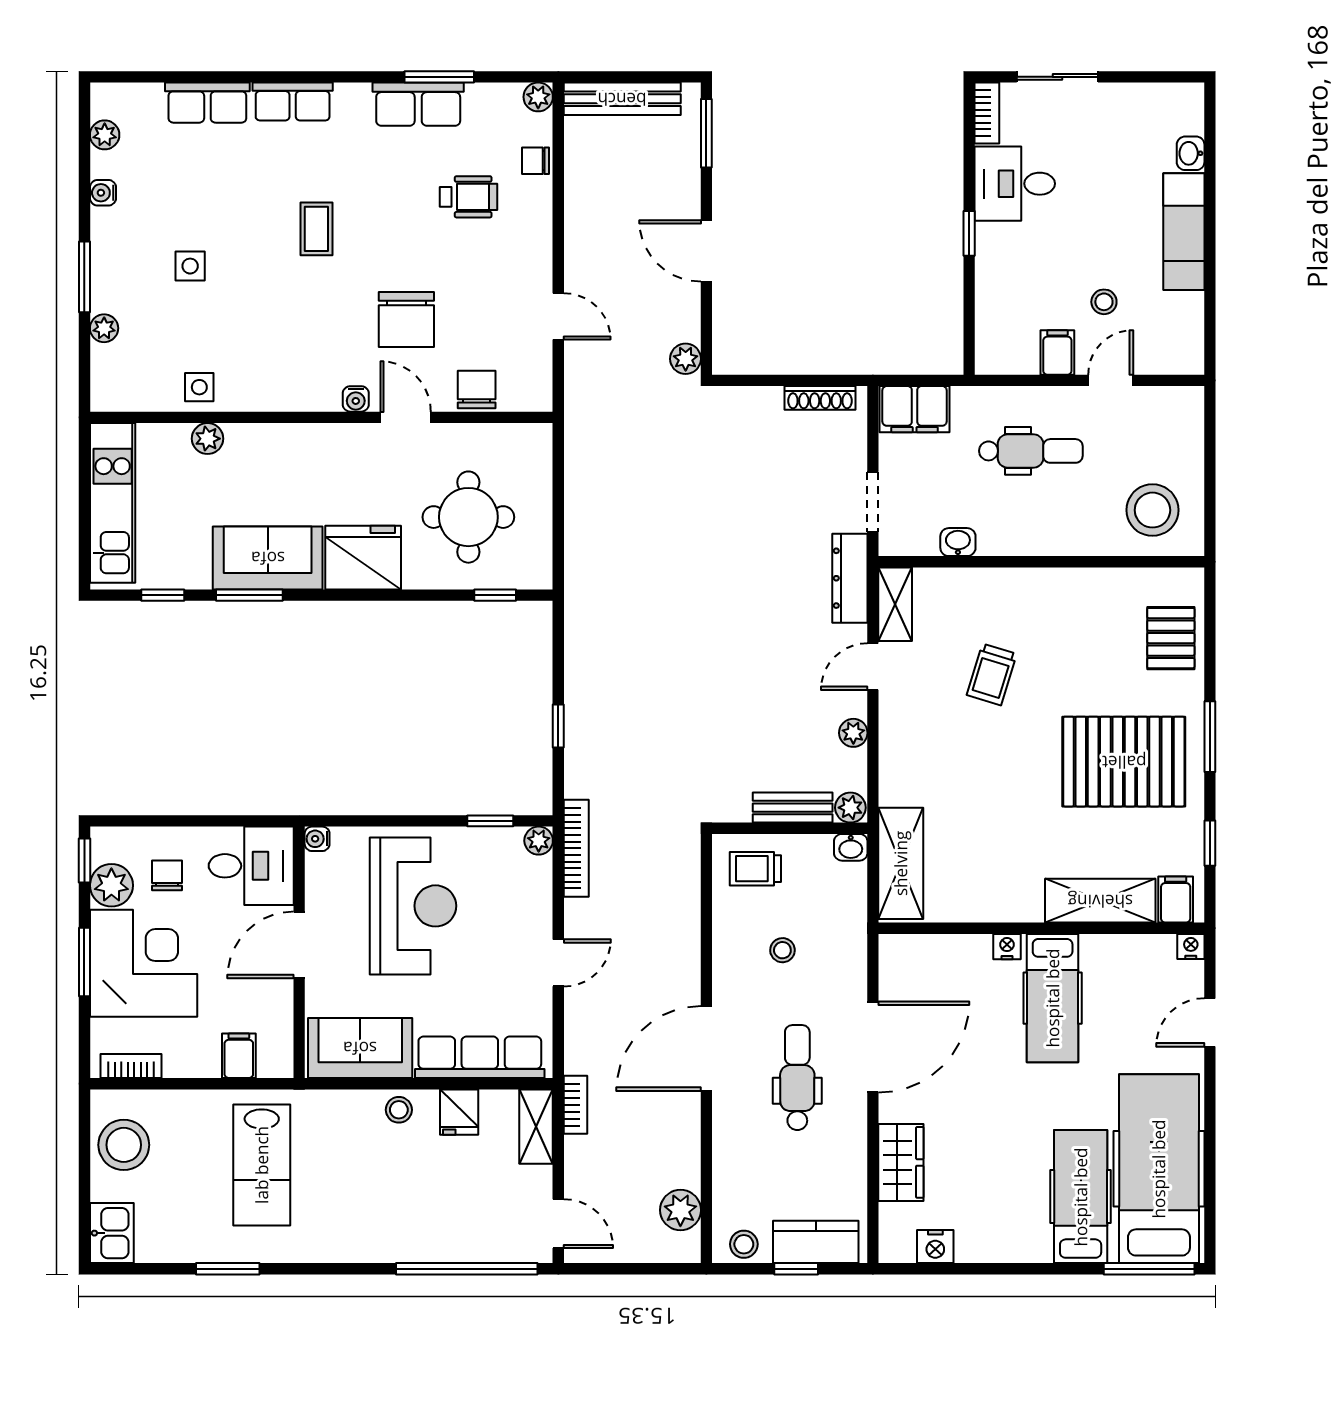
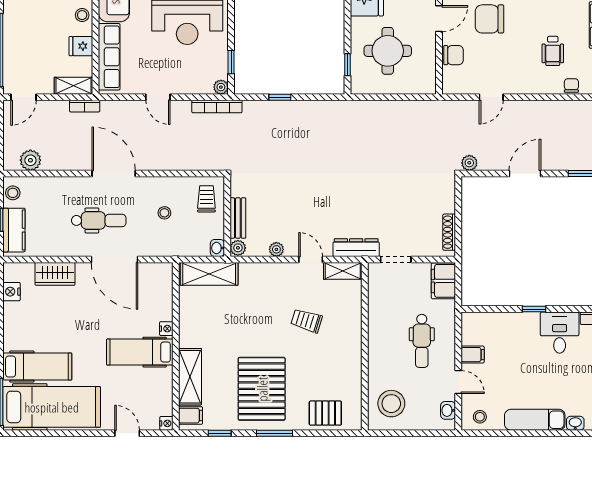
stool: (1104, 302) -> (480, 417), moved
washbasin: (958, 542) -> (448, 410), moved, turned 180

